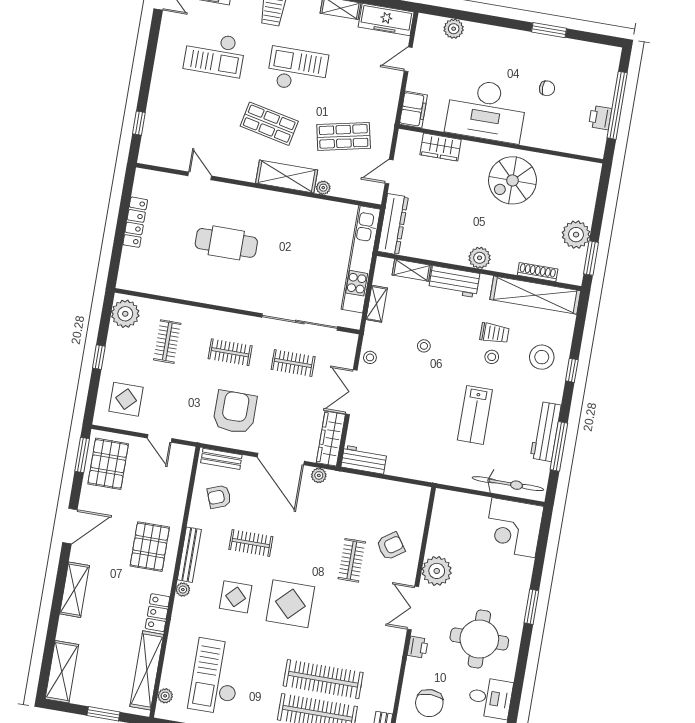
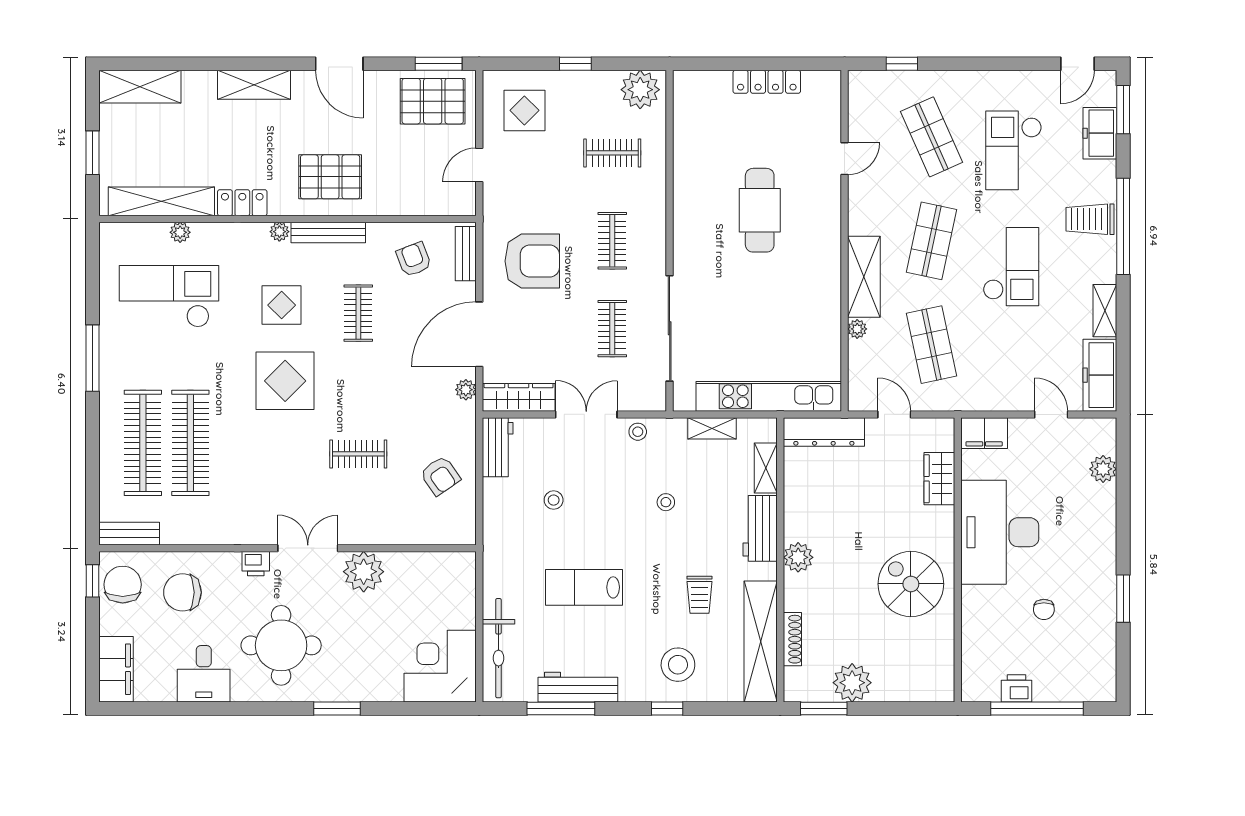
shop shelf: (195, 111) -> (931, 137), added
stool: (492, 357) -> (554, 500), moved
armchair: (391, 546) -> (440, 476), moved
plant: (165, 696) -> (180, 232), moved

